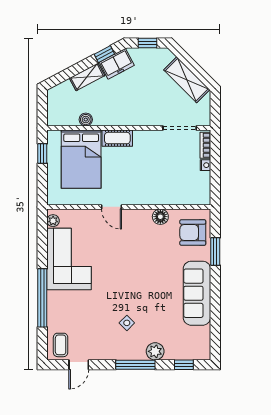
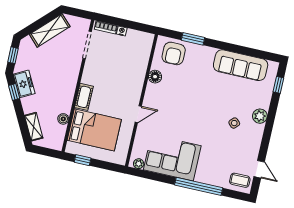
shelving: (87, 77) -> (34, 127), moved
sofa: (197, 293) -> (241, 65), moved
plant: (155, 351) -> (260, 116), moved
window: (135, 365) -> (269, 124), removed

